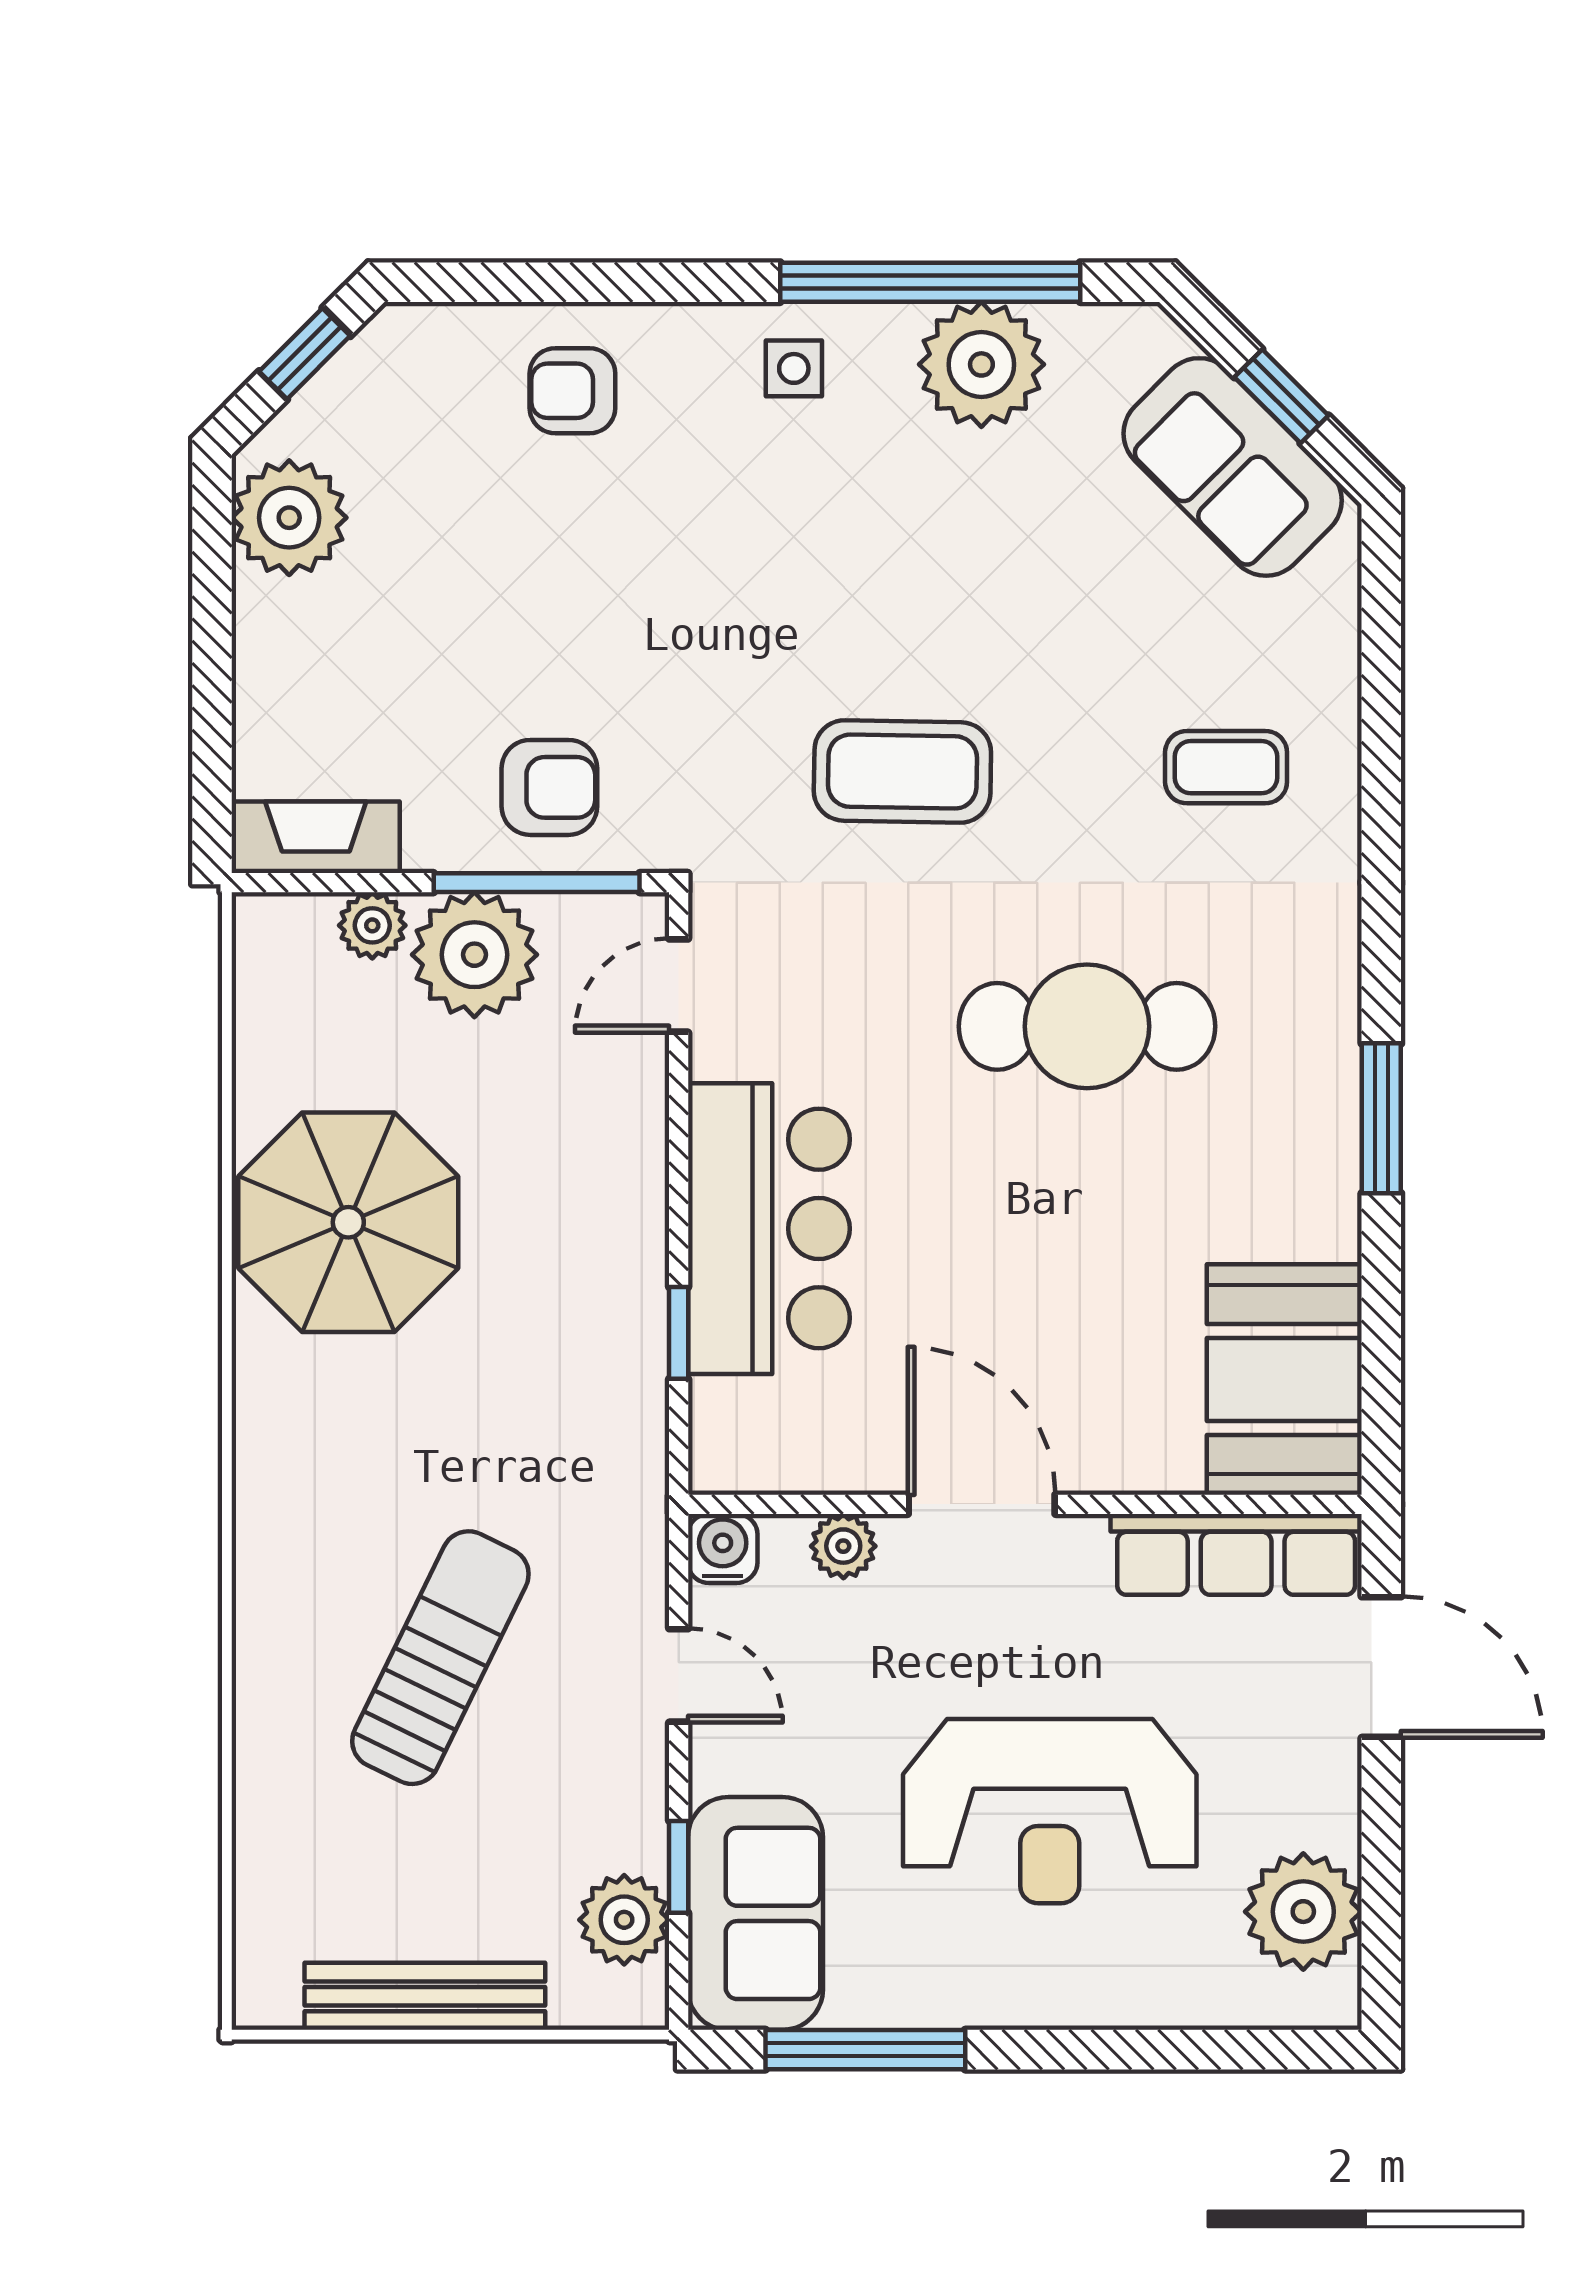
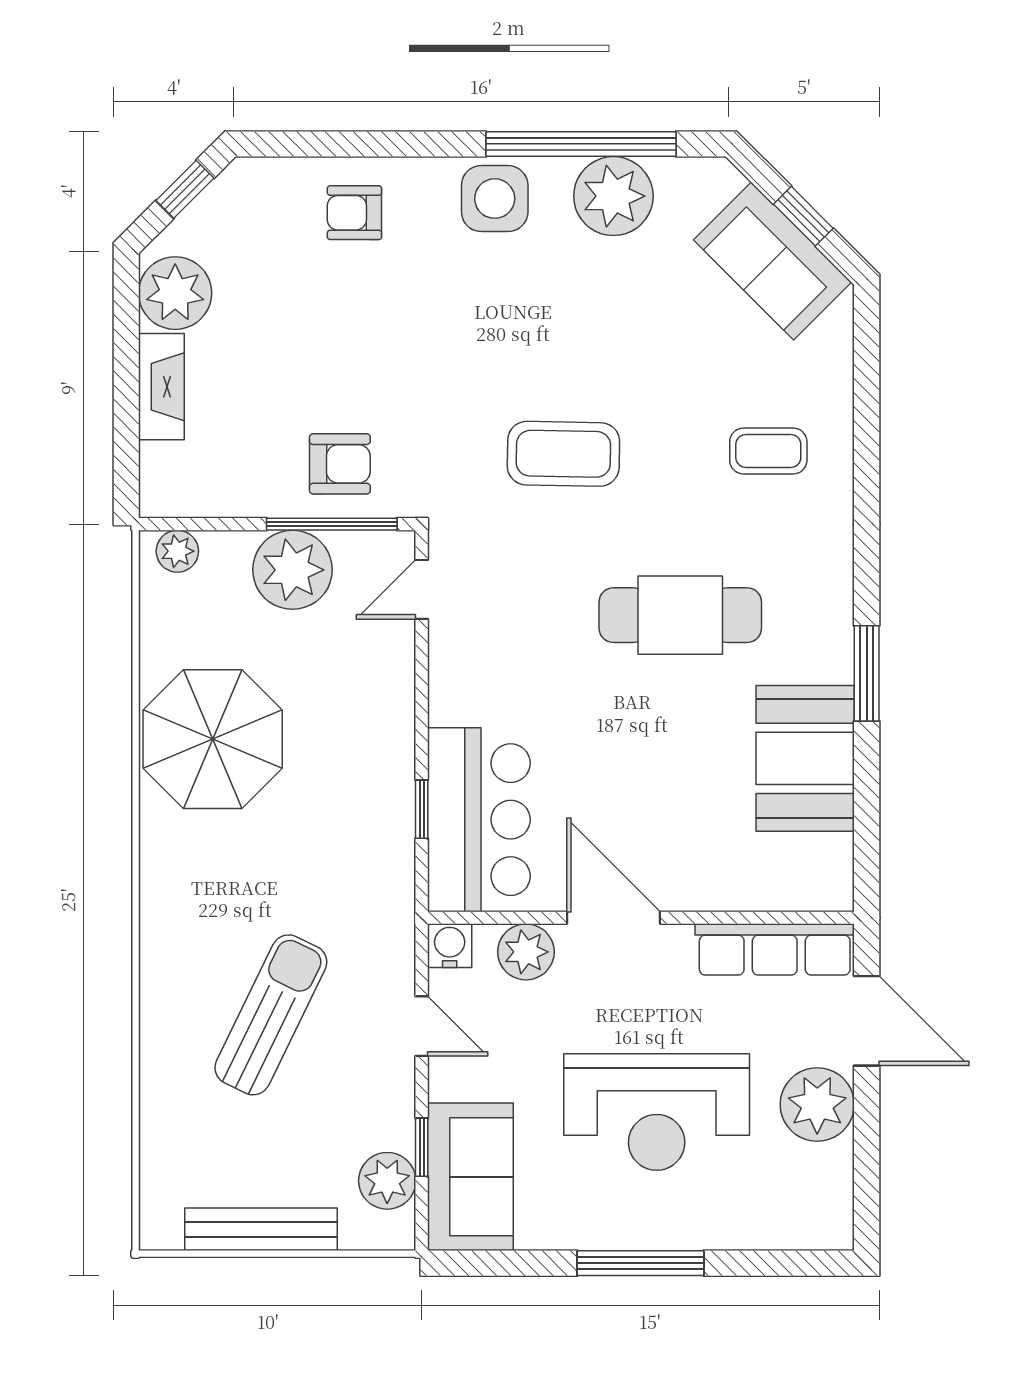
side table: (794, 368) -> (495, 199), width x1.87, depth x1.87
fireplace: (316, 837) -> (161, 387), moved, turned 90
plant: (372, 925) -> (177, 551), moved
bar counter: (769, 1229) -> (479, 820), moved
booth: (1284, 1379) -> (805, 758), moved
plant: (843, 1546) -> (526, 952), width x1.38, depth x1.38
plant: (1303, 1912) -> (817, 1105), moved
window: (865, 2050) -> (640, 1263), moved

